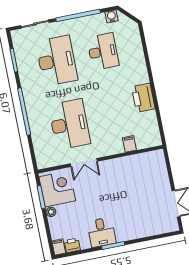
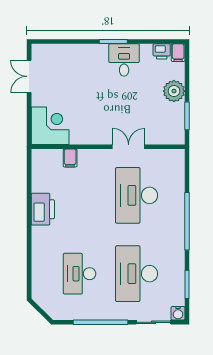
water cooler: (112, 16) -> (178, 313), moved
corner desk: (57, 189) -> (50, 126), moved, turned 180
plant: (51, 212) -> (174, 91), width x1.87, depth x1.87

